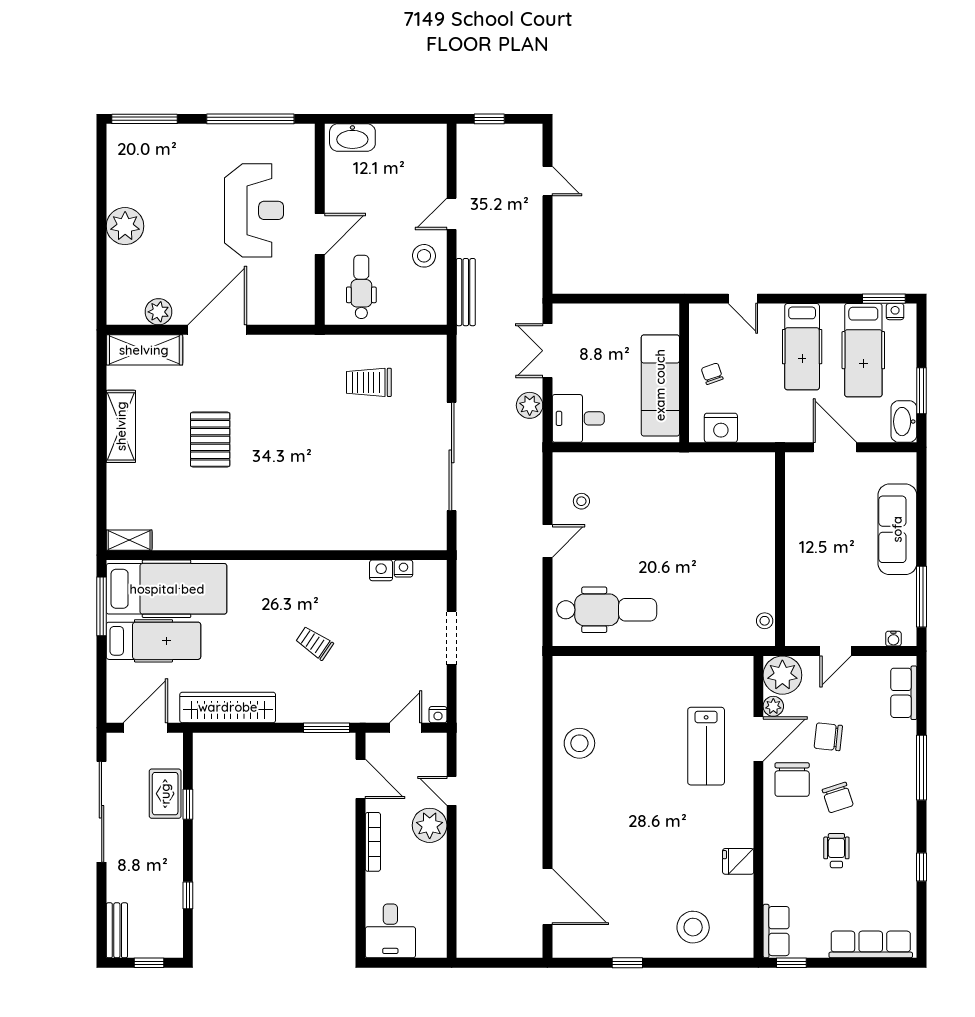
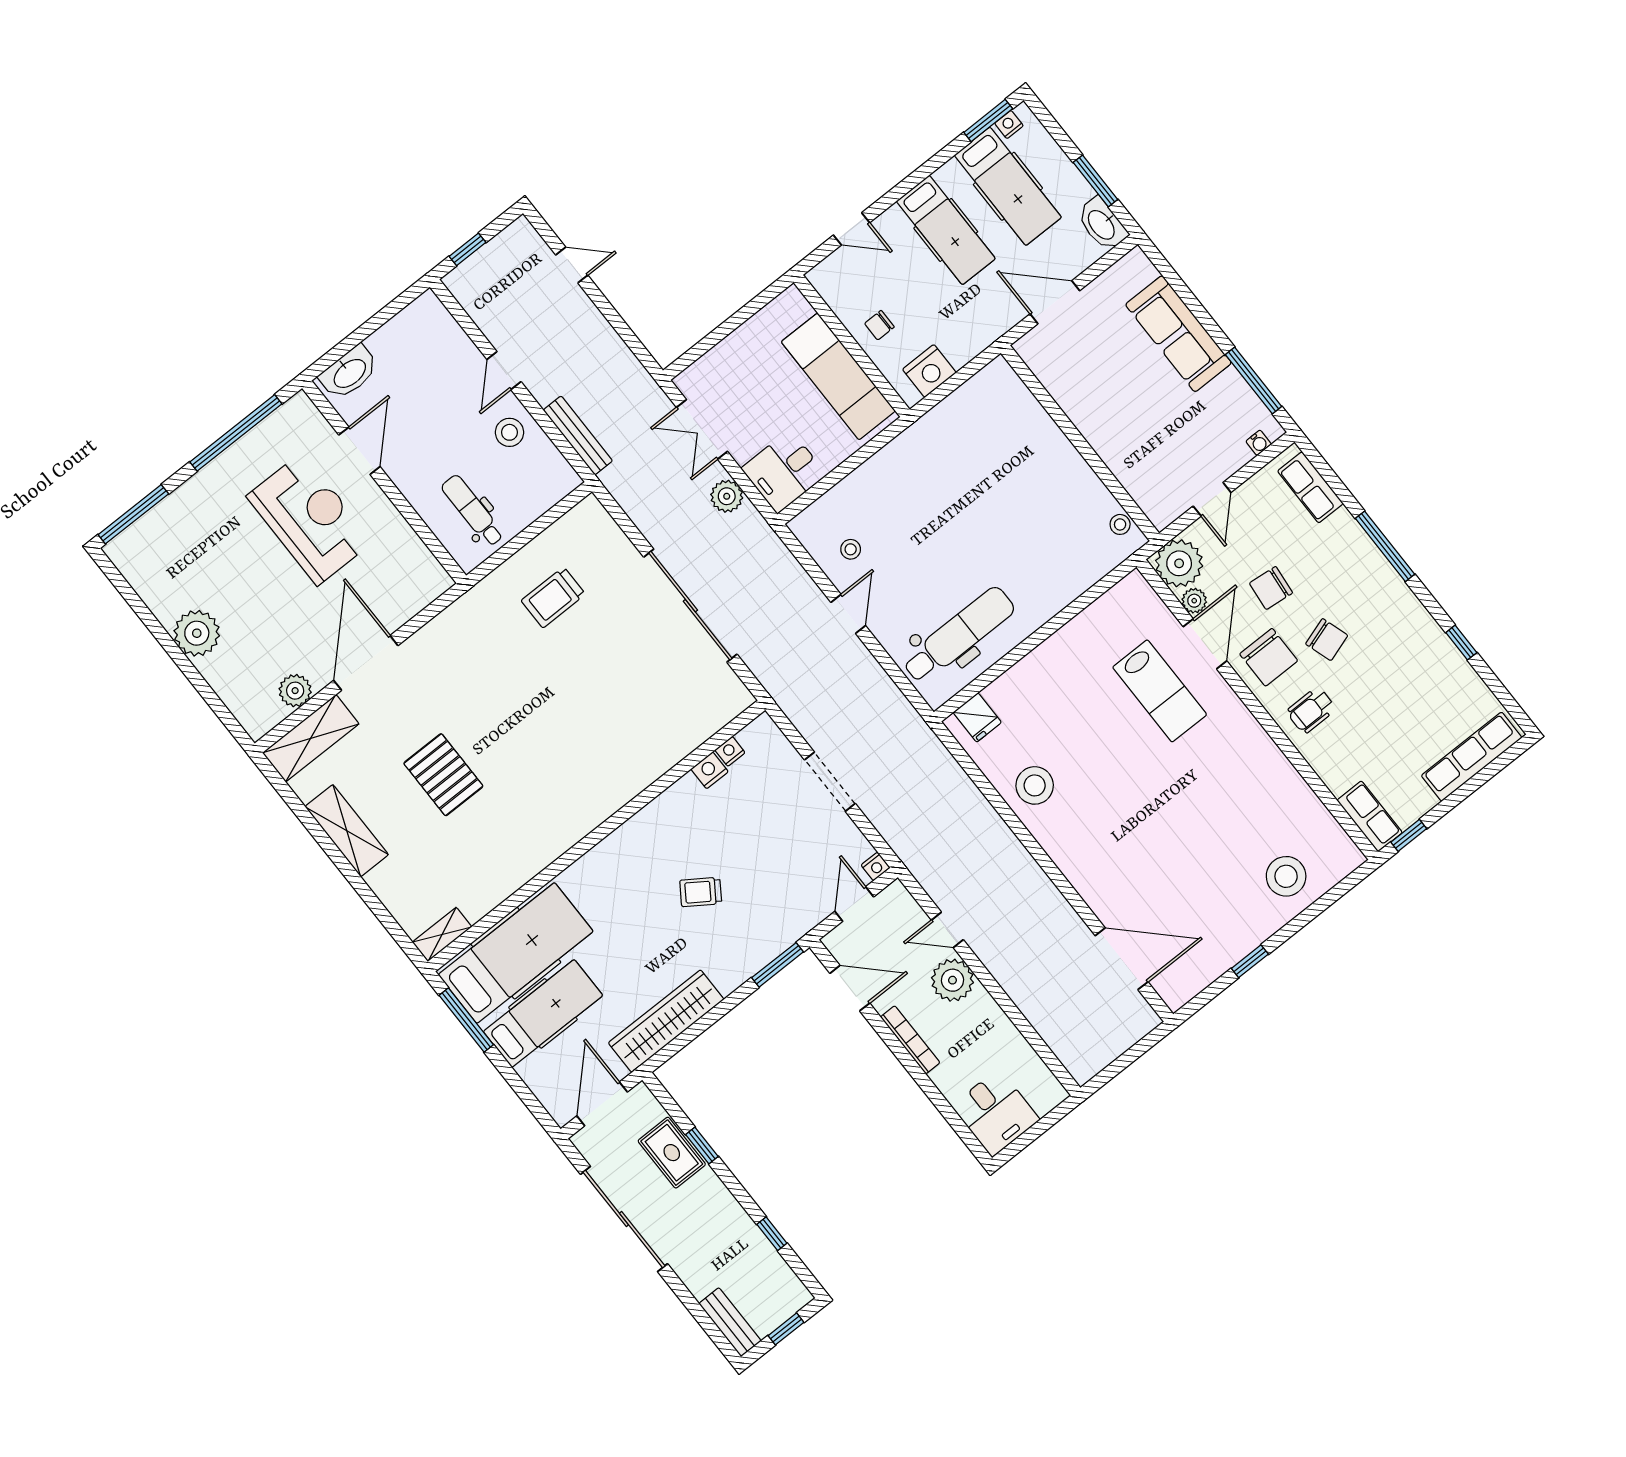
door: (320, 234) -> (359, 451), moved
chair: (712, 374) -> (879, 325), turned -71
wheelchair: (836, 851) -> (1311, 710), moved, turned -90
fridge: (738, 861) -> (977, 717), moved, turned -90

